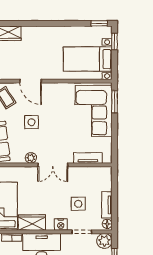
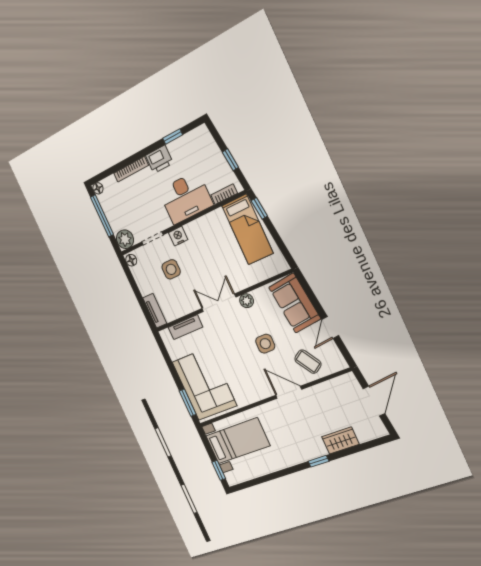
window: (99, 23) -> (318, 461), moved
tv unit: (107, 205) -> (155, 311), moved
wardrobe: (32, 223) -> (210, 223), removed

